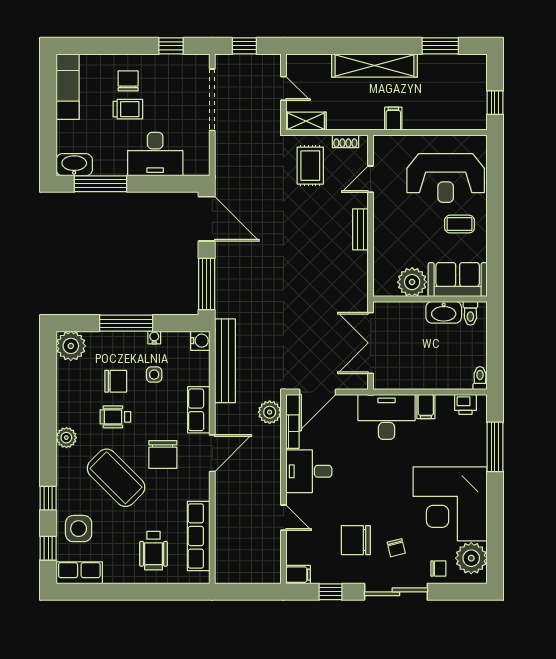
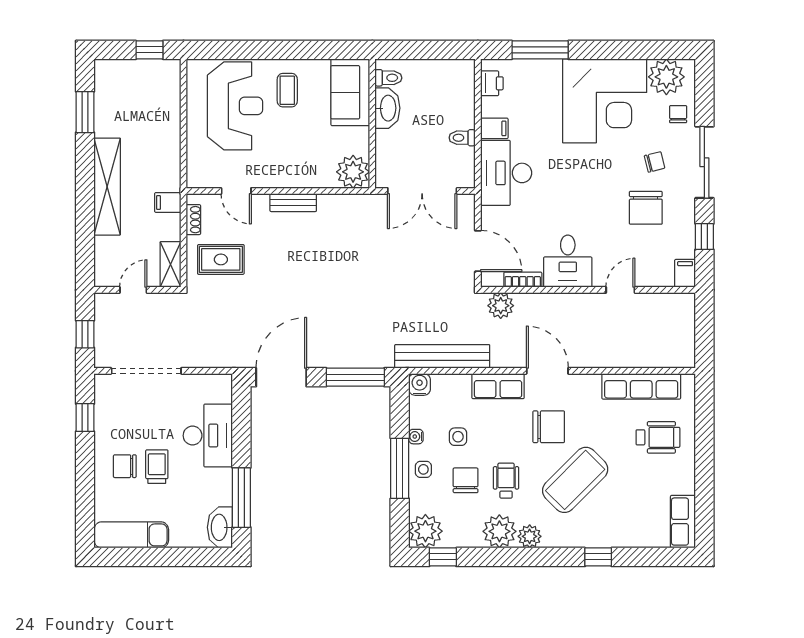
filing cabinet: (393, 119) -> (168, 202), moved
plant: (412, 282) -> (353, 172), moved
toilet: (480, 378) -> (462, 138), moved
plant: (71, 411) -> (499, 531), added
wheelchair: (115, 417) -> (506, 481), turned 180
side table: (79, 529) -> (423, 469), moved, width x0.54, depth x0.54
window: (48, 548) -> (443, 557), moved

